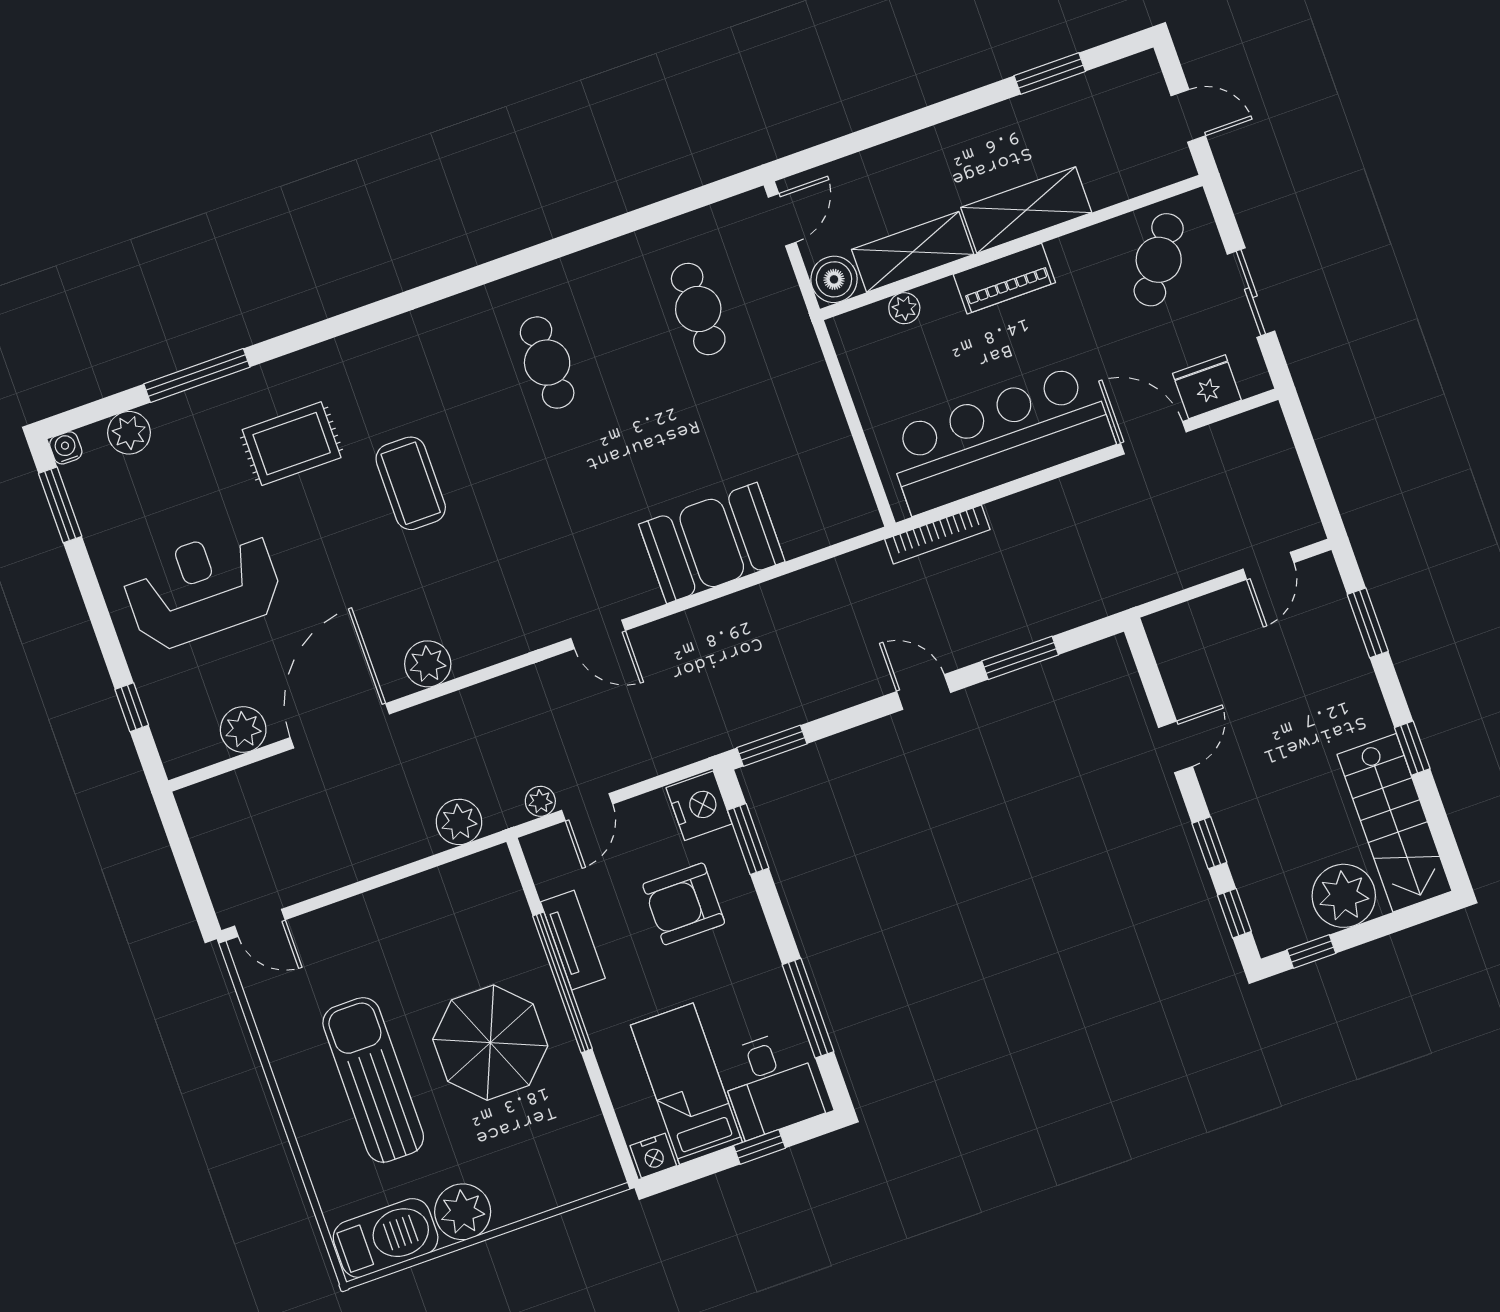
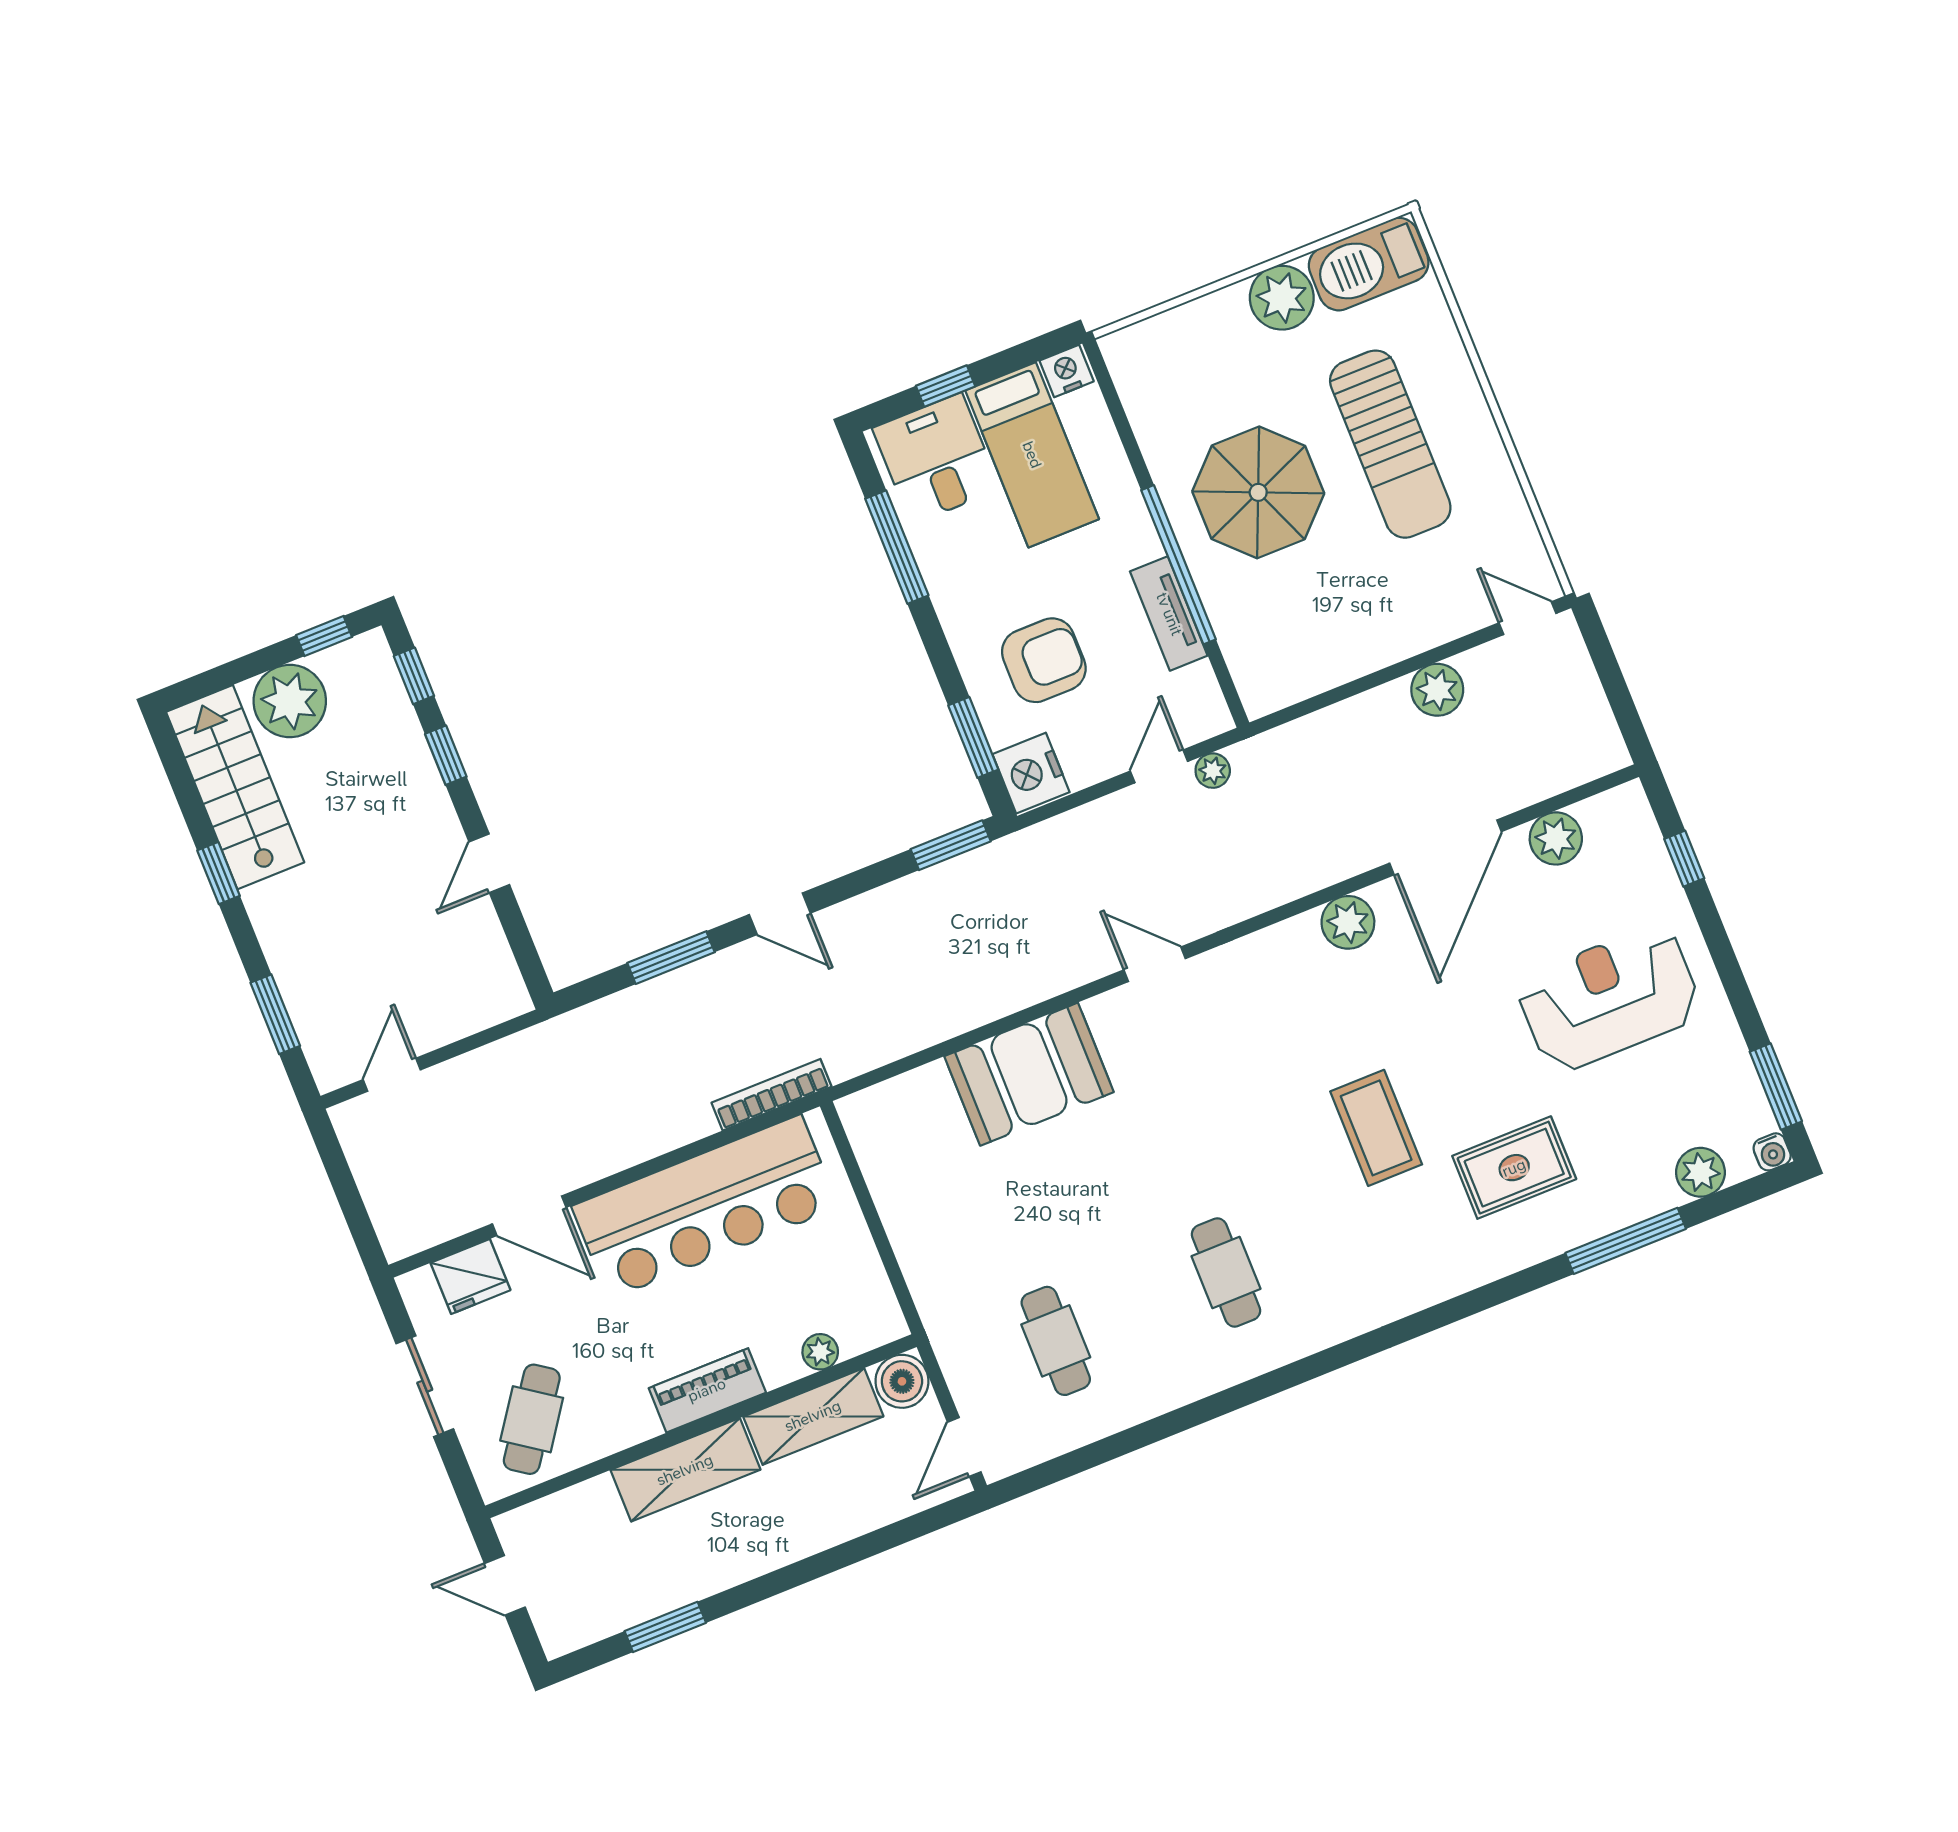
reception desk: (202, 588) -> (1609, 998), turned 180
plant: (459, 822) -> (1437, 690), moved

